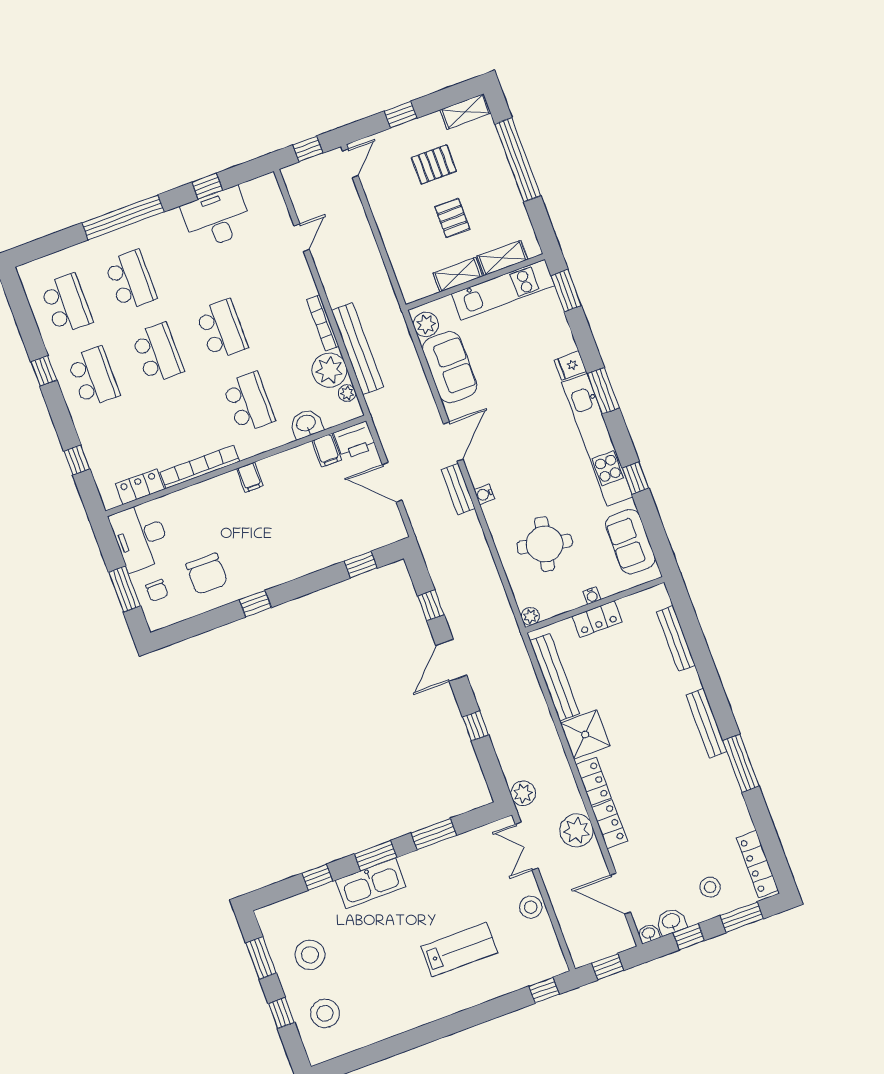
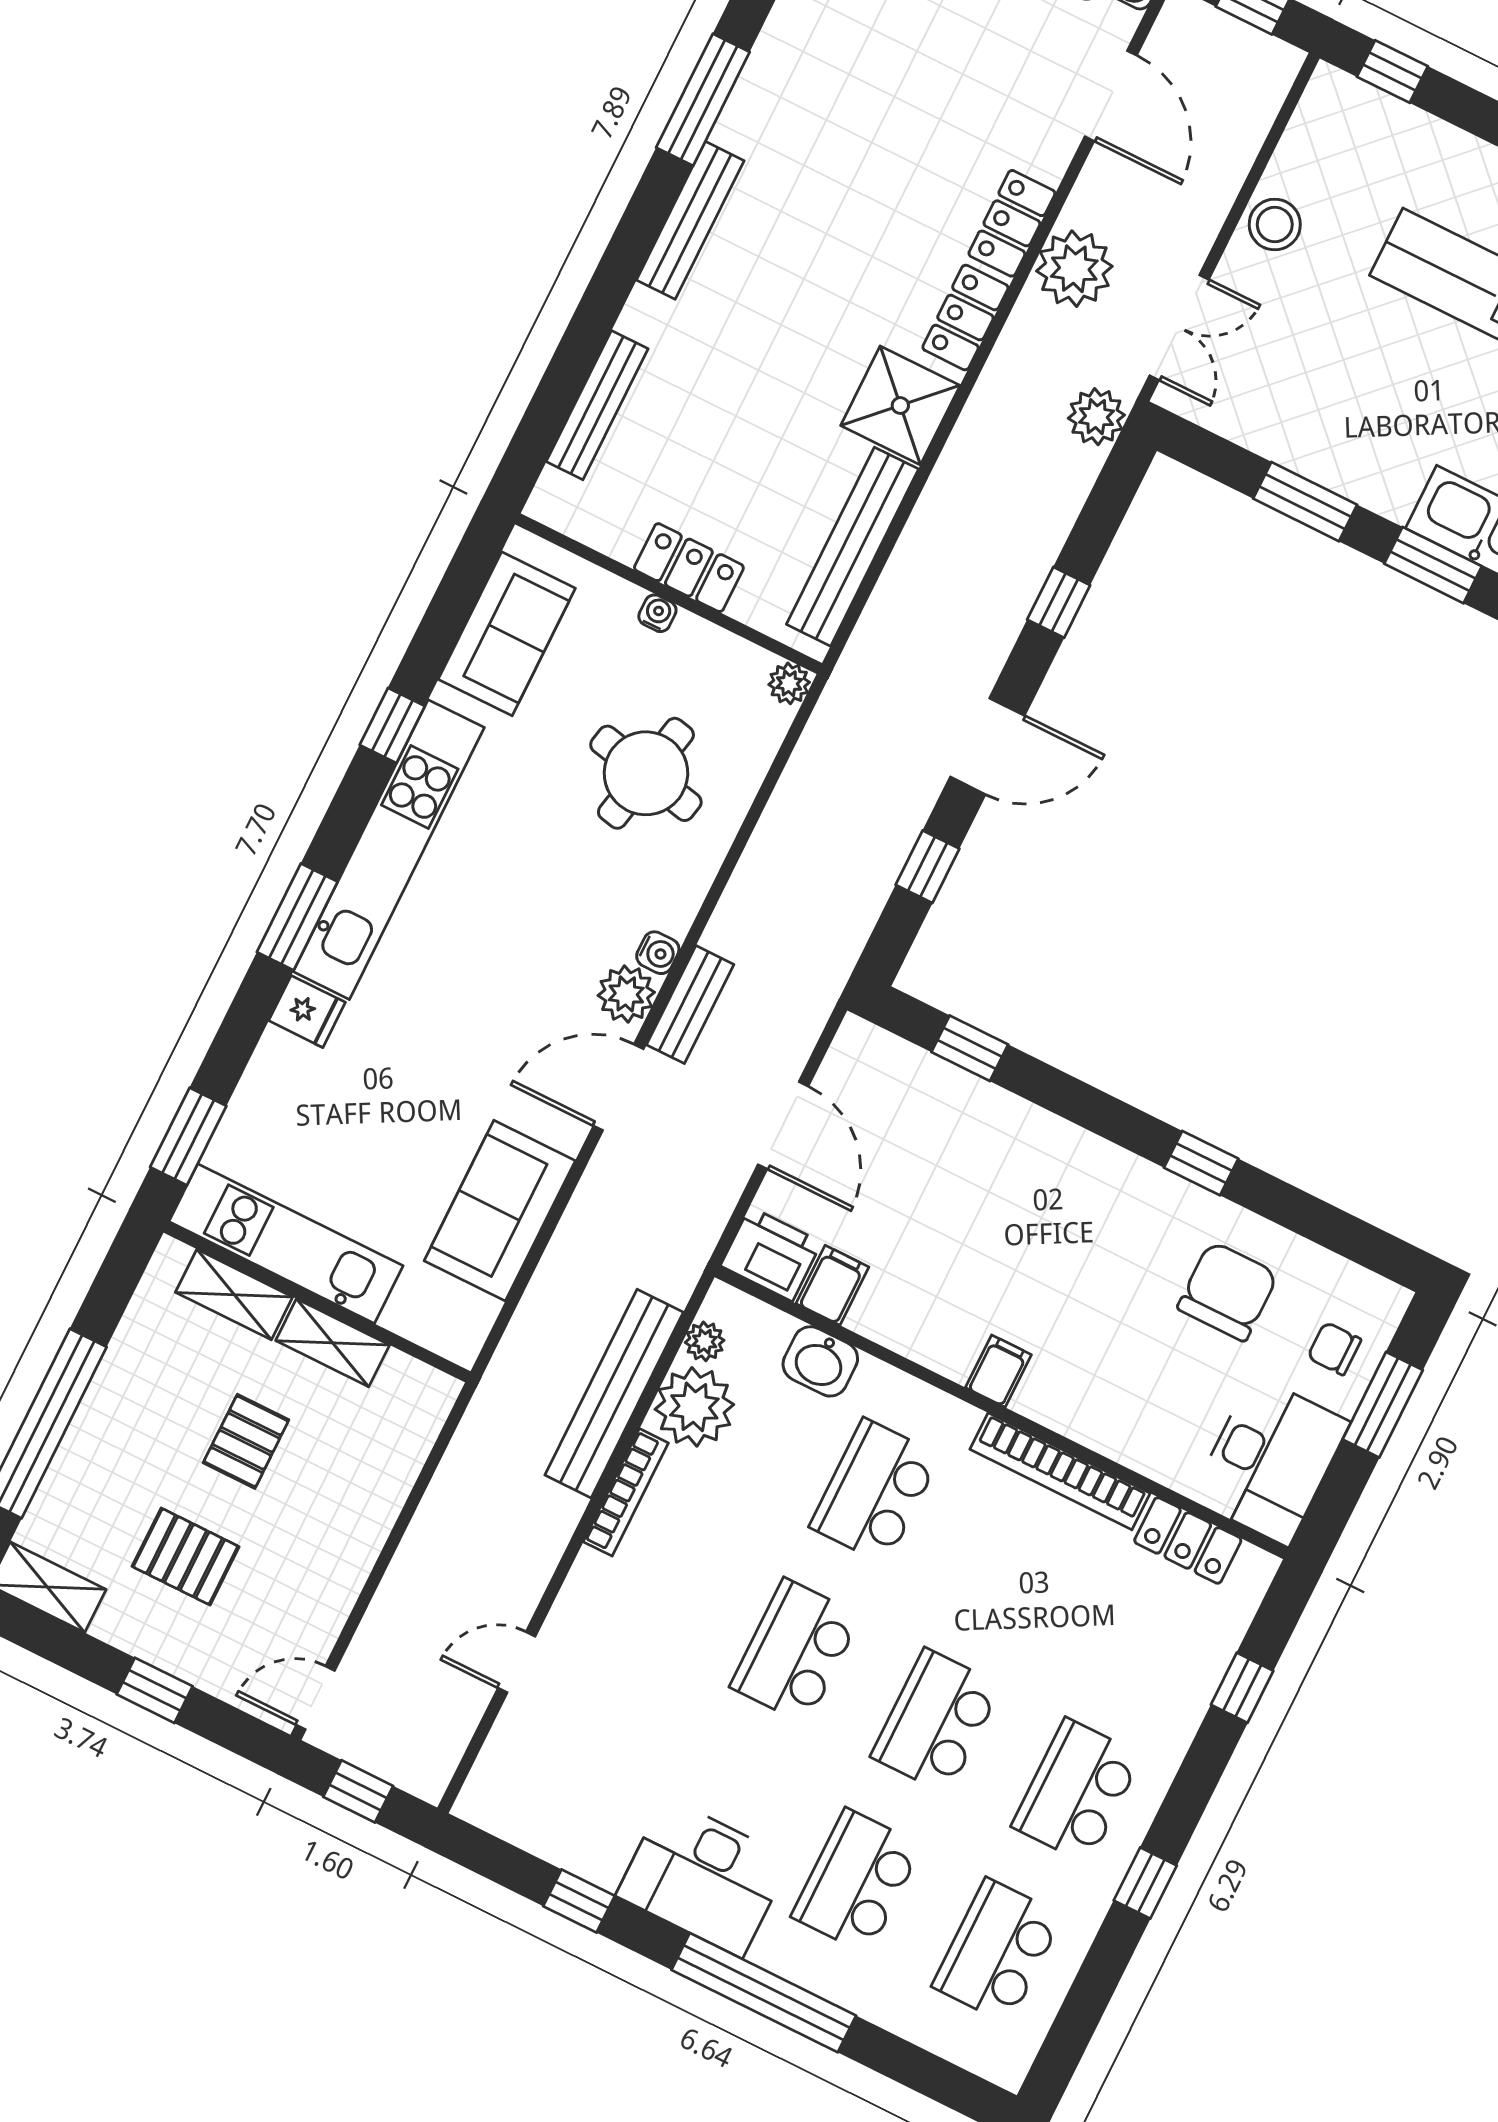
desk: (217, 218) -> (703, 1877), moved
plant: (426, 324) -> (626, 994), moved
chair: (157, 590) -> (1334, 1348), turned -90

